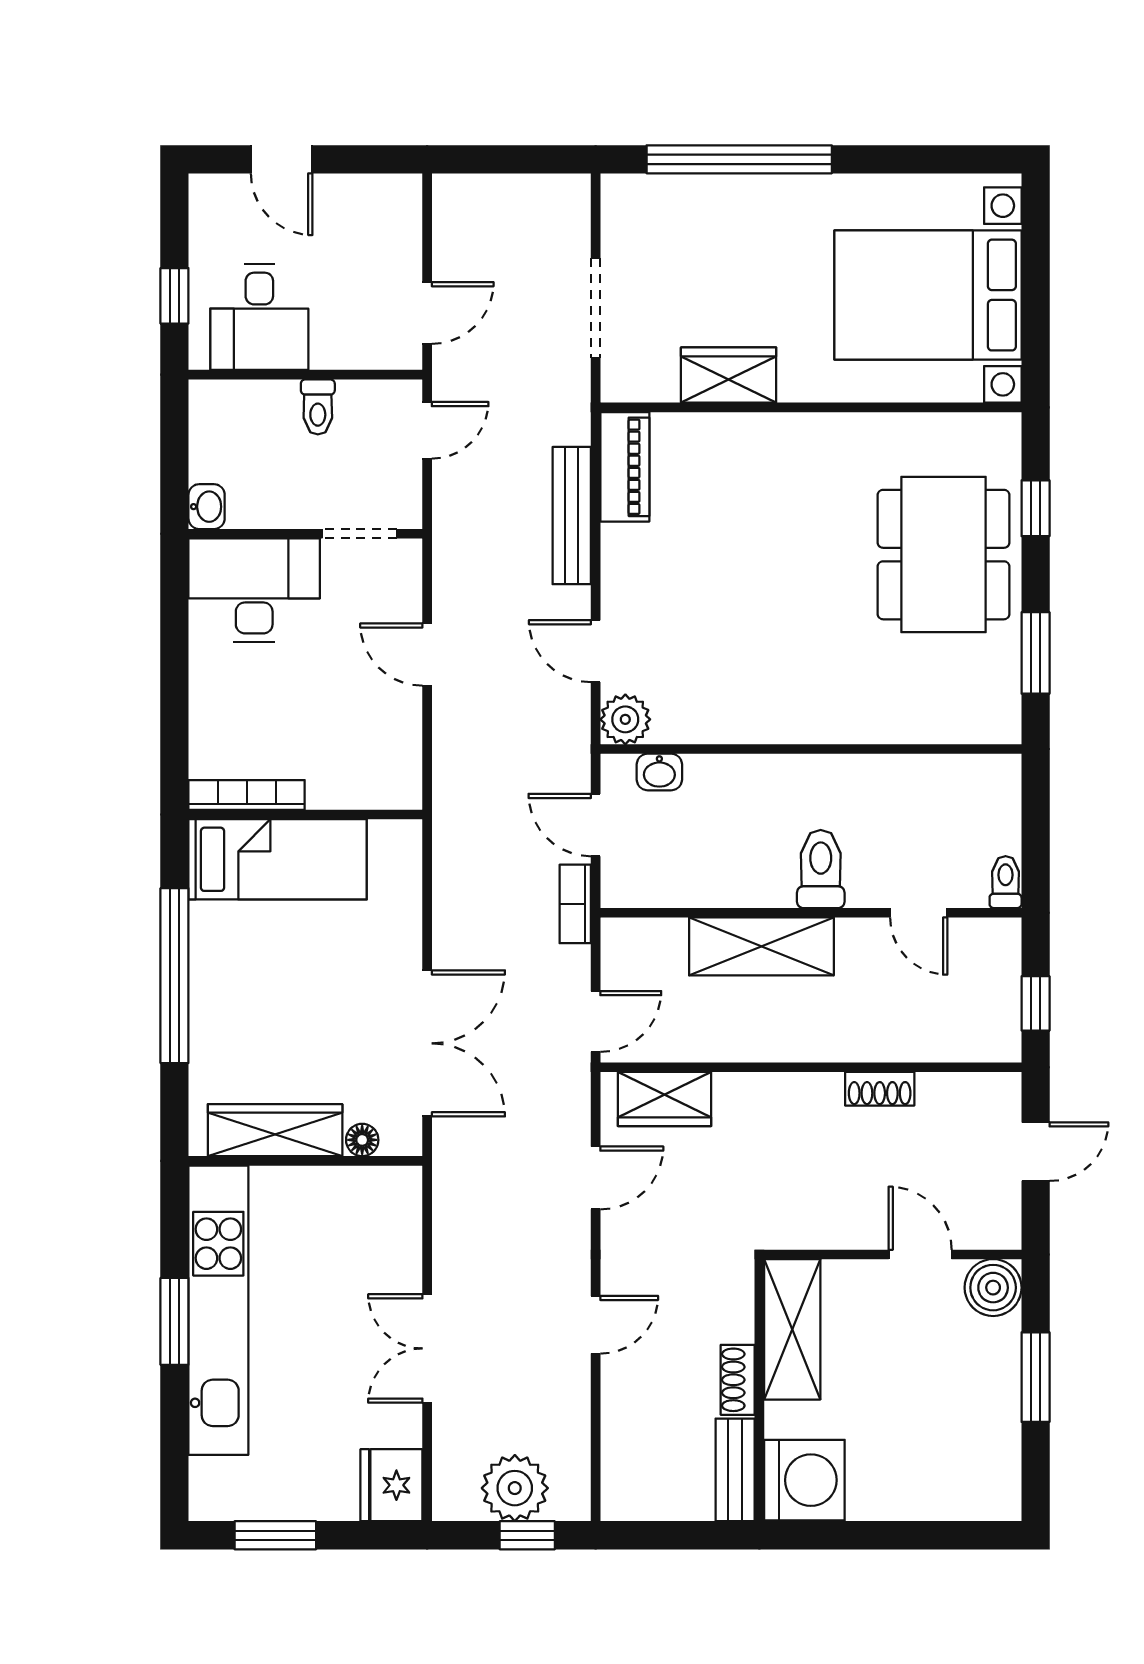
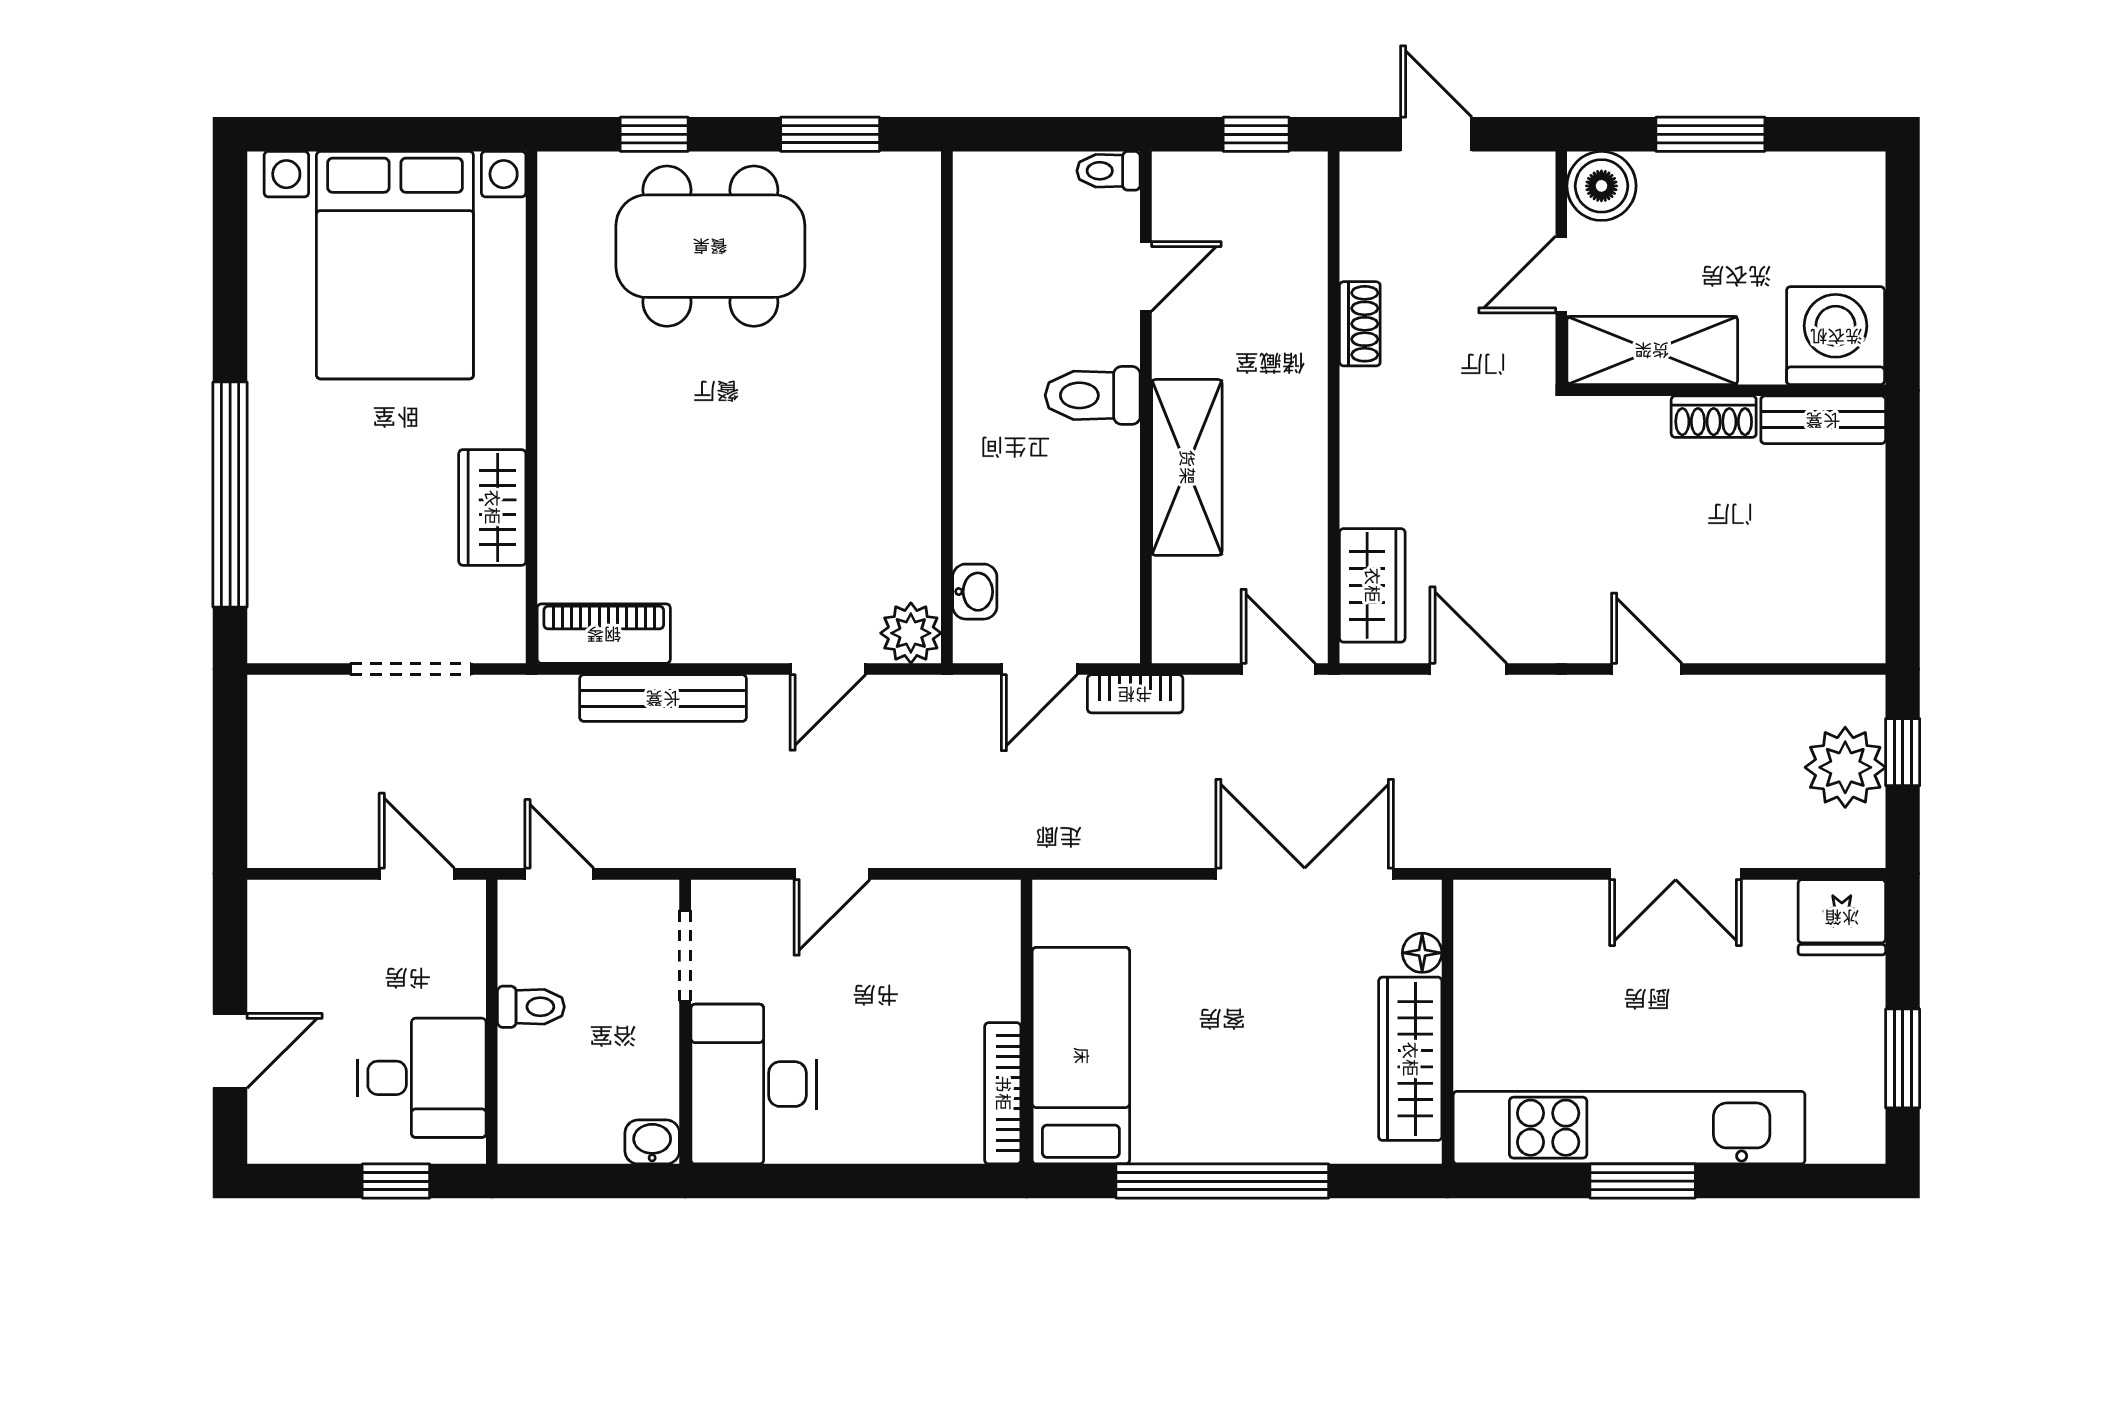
shelving: (792, 1329) -> (1652, 350), moved
shoe rack: (738, 1380) -> (1714, 417), moved
wall: (759, 1390) -> (1726, 390), moved
bench: (735, 1470) -> (1823, 420), moved
washing machine: (804, 1480) -> (1836, 336), moved

